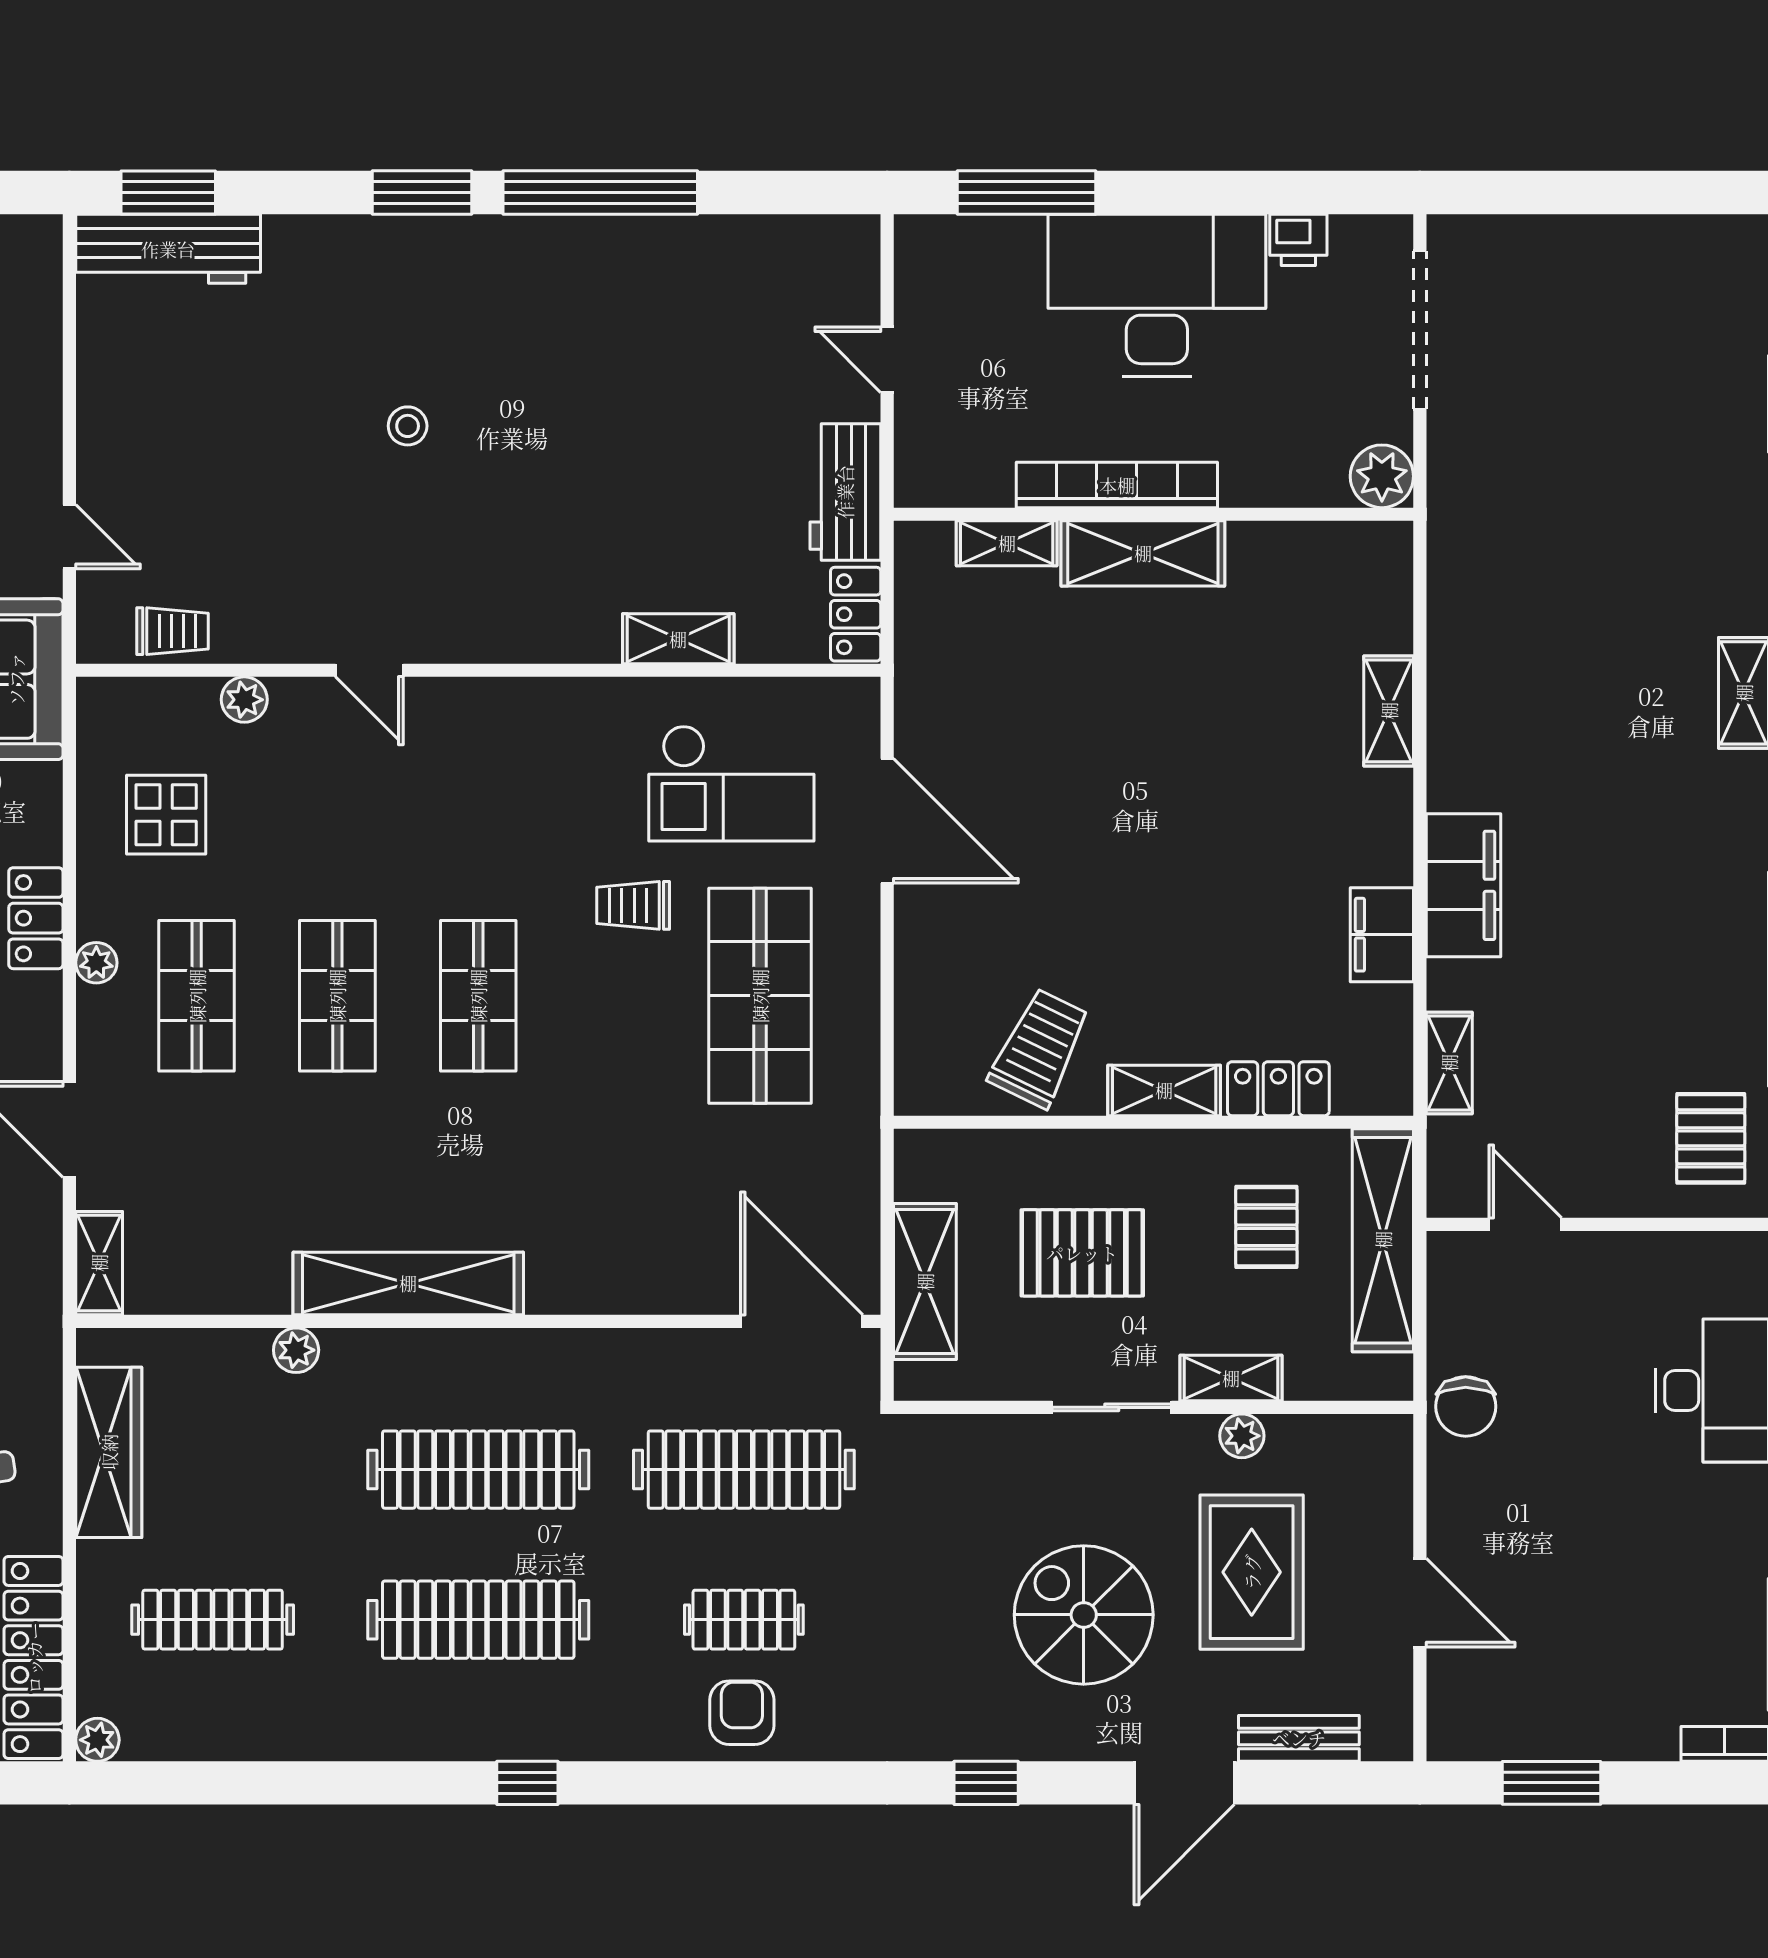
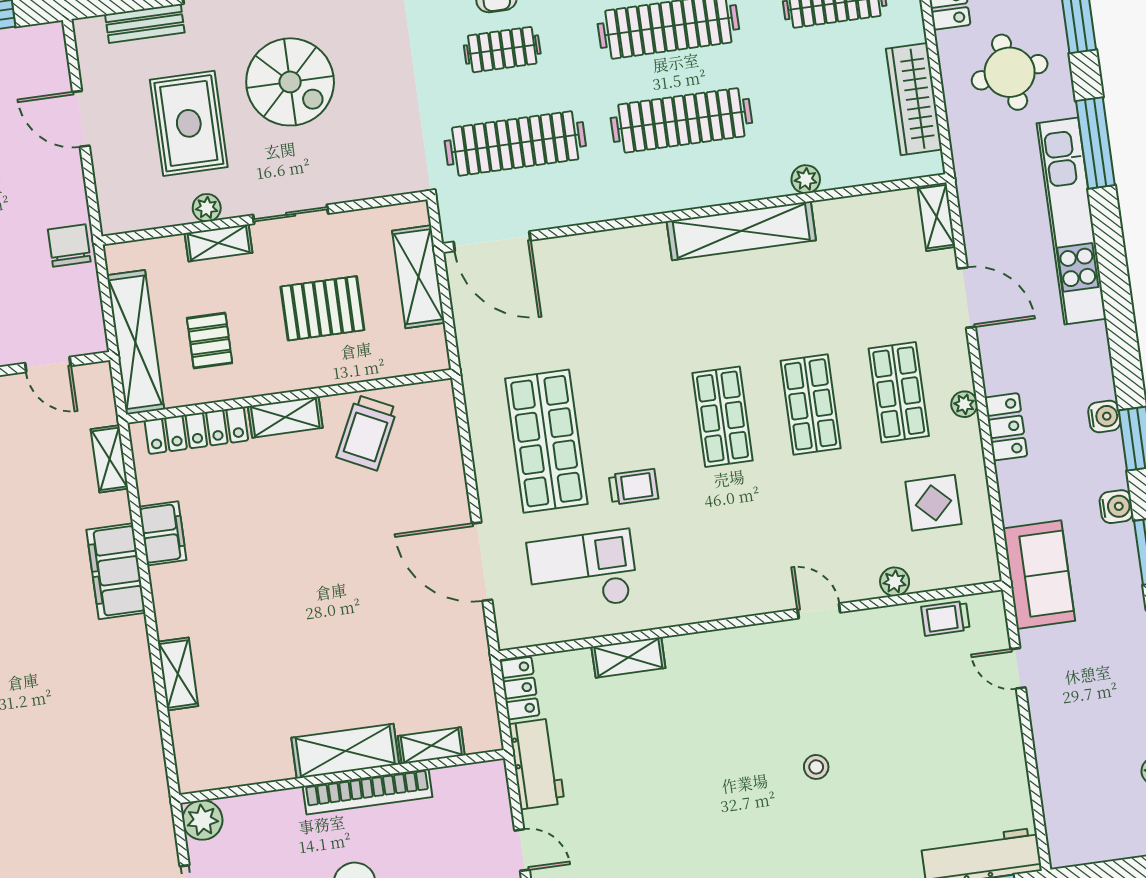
locker: (1278, 1089) -> (196, 430), width x1.53

